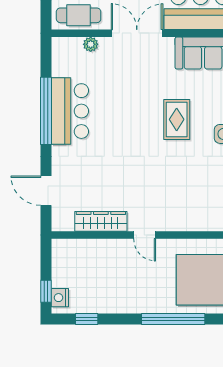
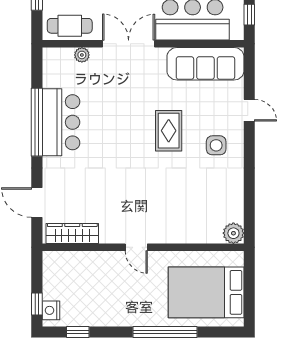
wardrobe: (101, 221) -> (72, 234), moved

